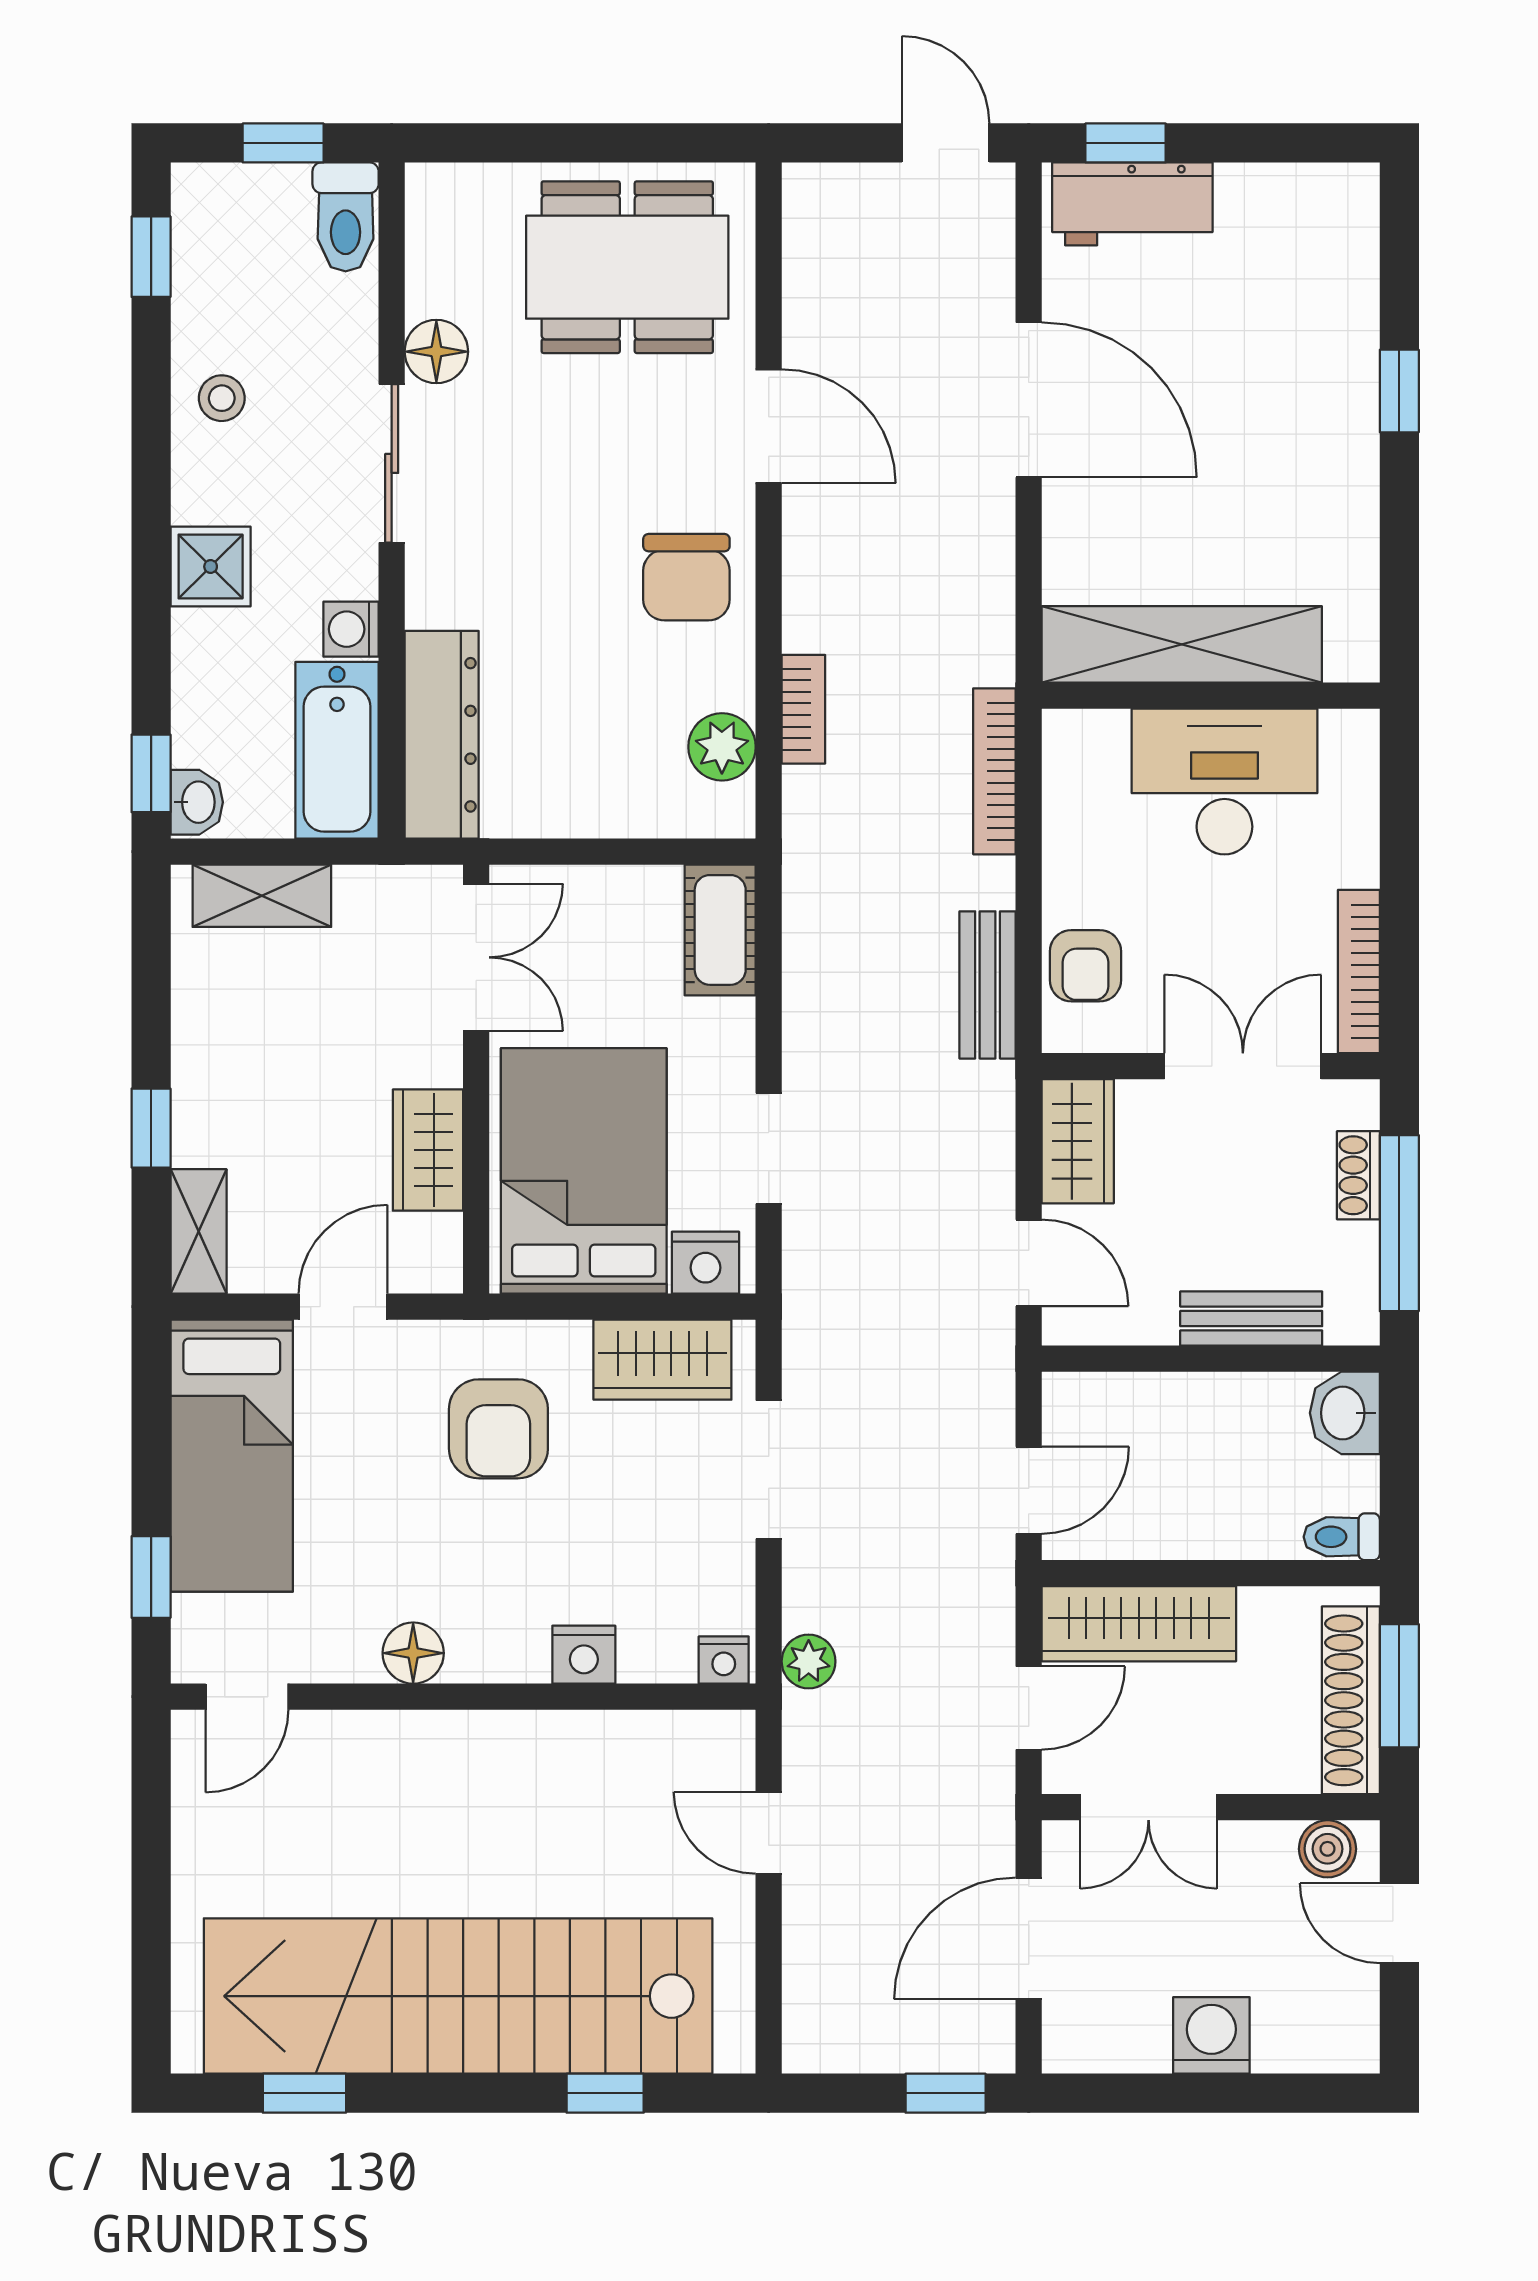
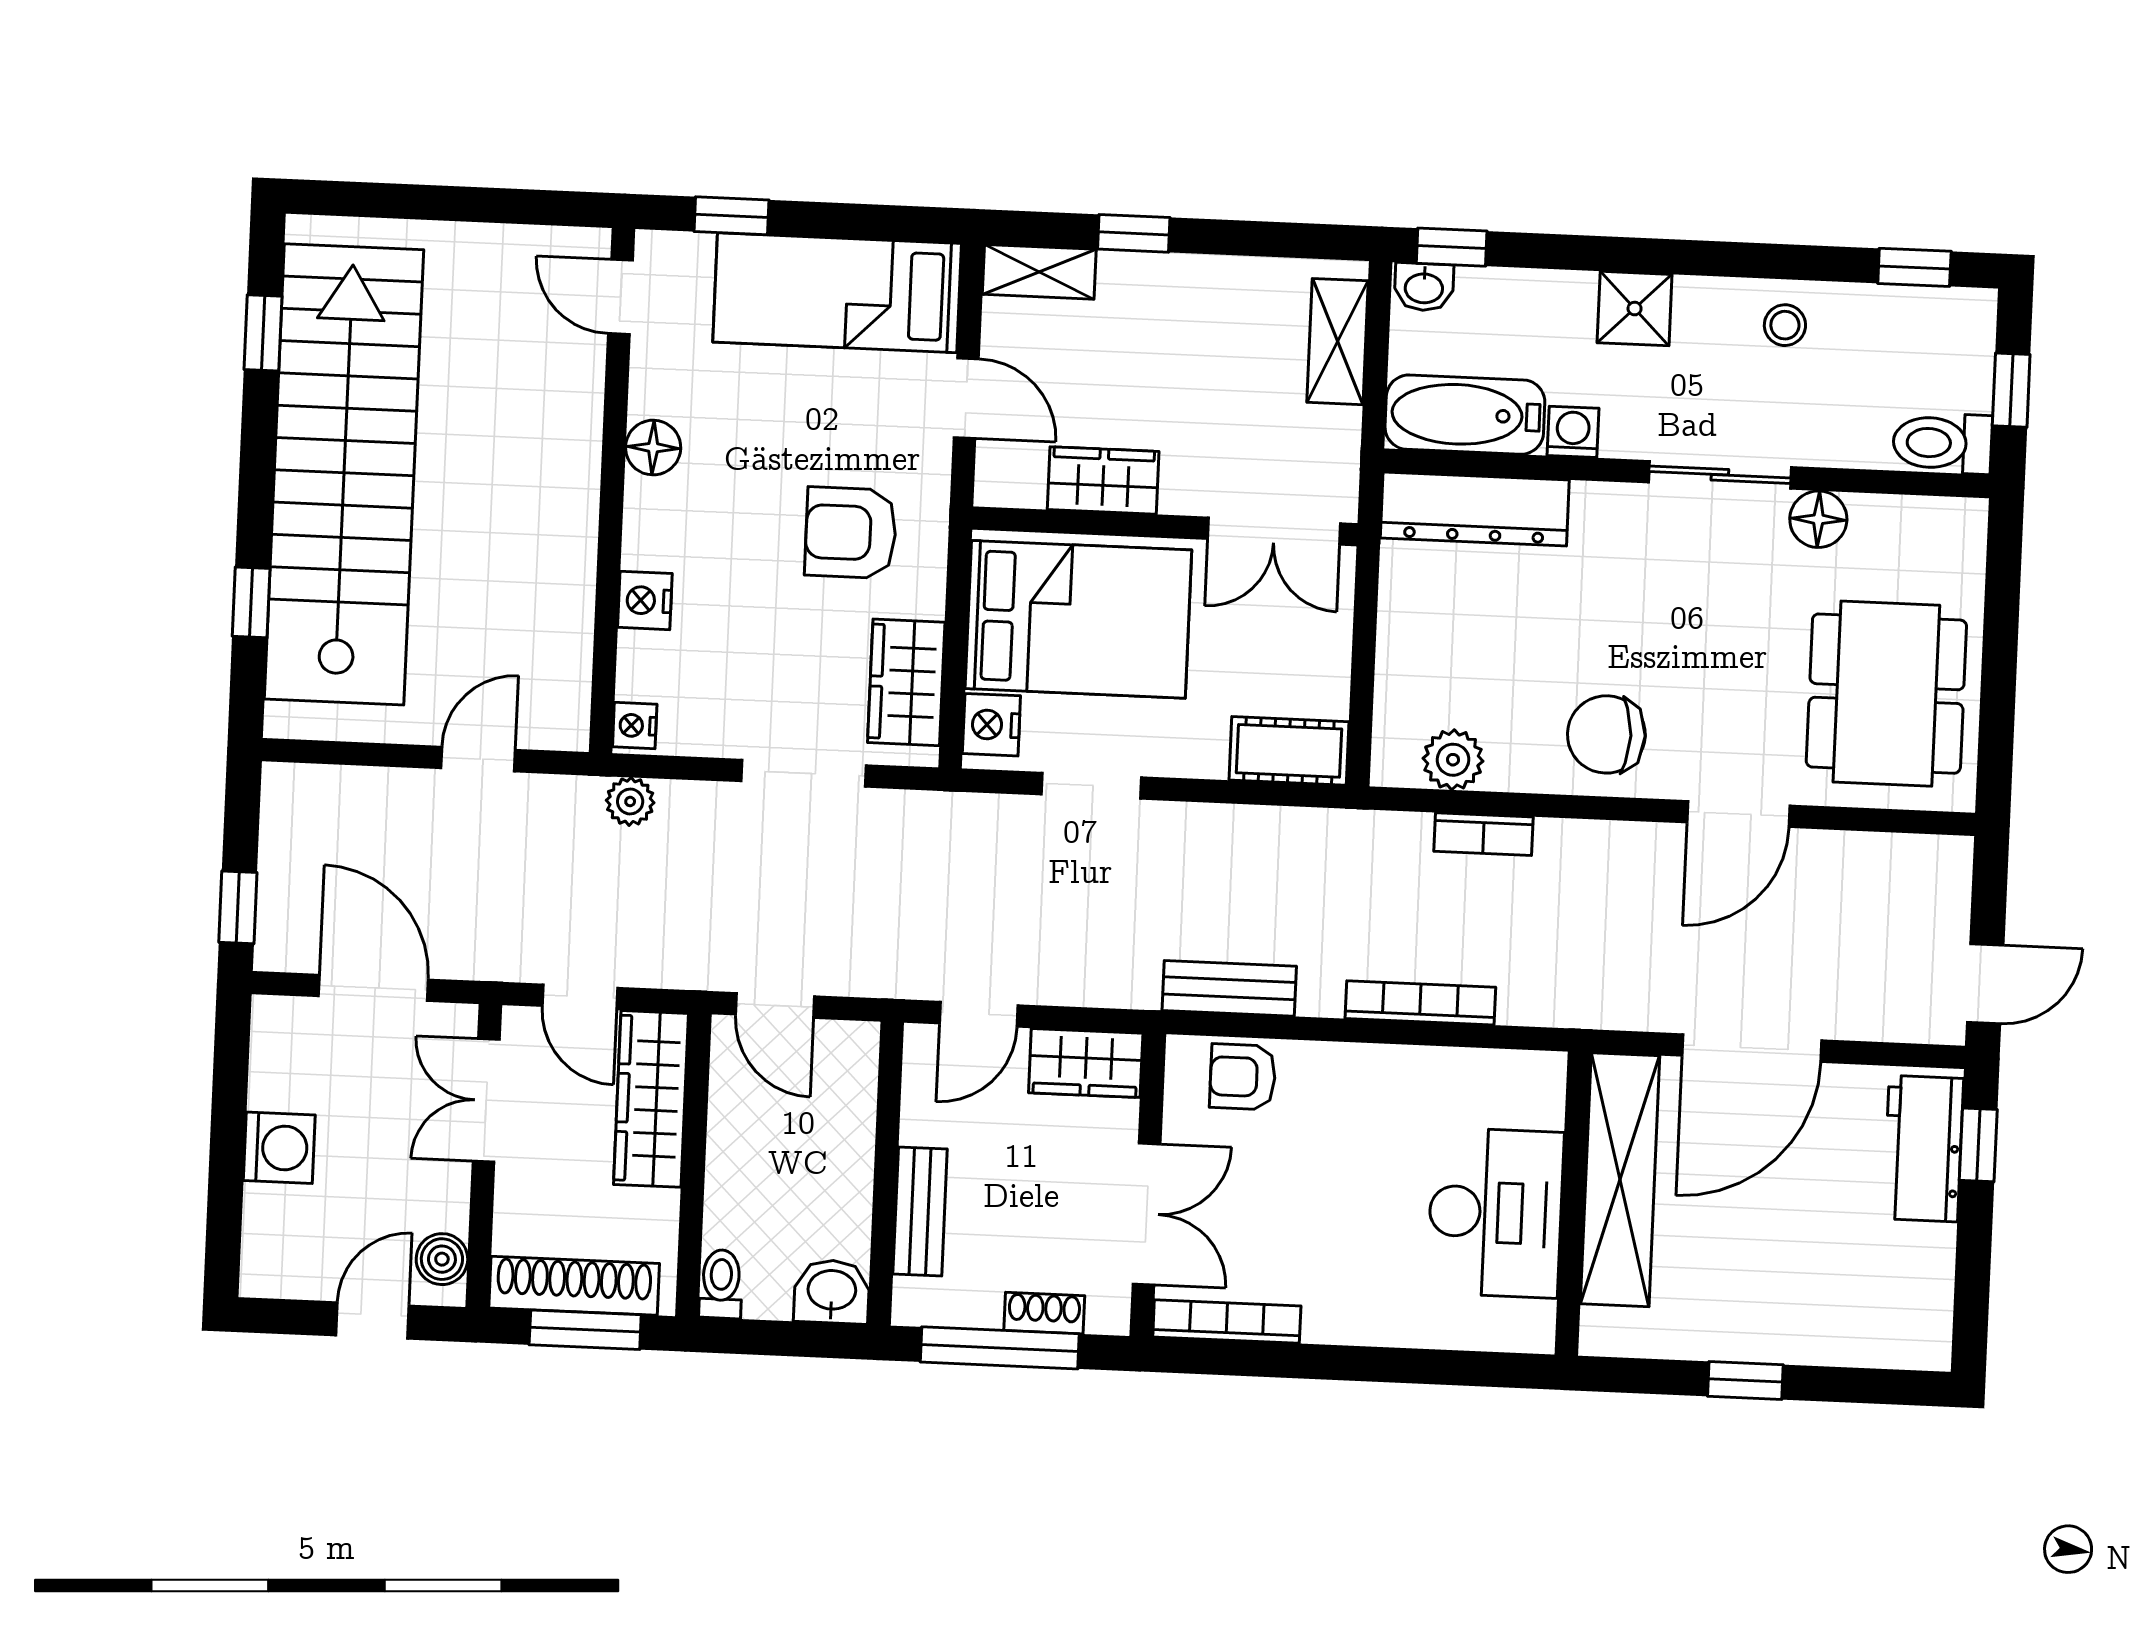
shelving: (1182, 644) -> (1620, 1180), moved
wall: (1211, 696) -> (1573, 1204), moved
desk: (1224, 781) -> (1495, 1213), moved

